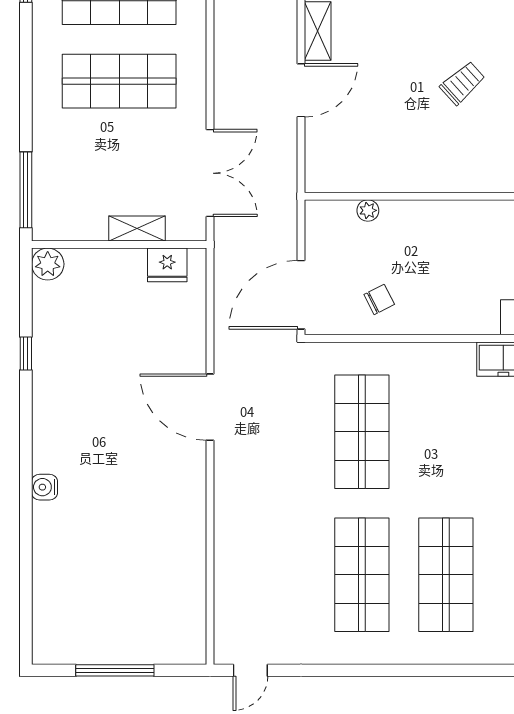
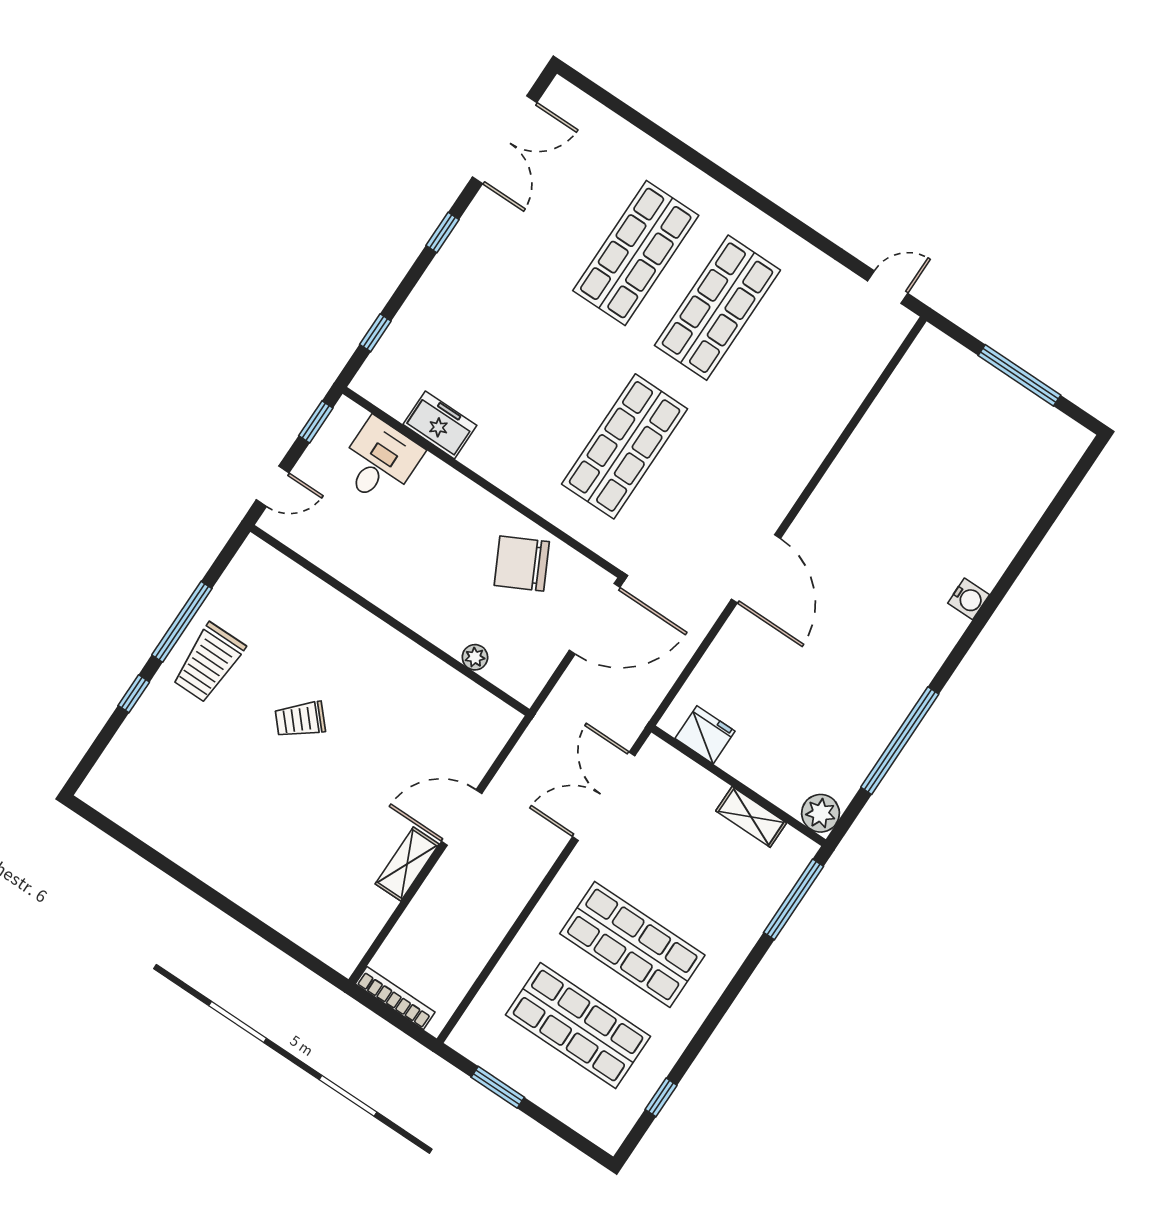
shelving: (137, 229) -> (751, 817), moved
chair: (379, 299) -> (522, 564), width x1.87, depth x1.87
window: (26, 354) -> (900, 741), width x3.17

